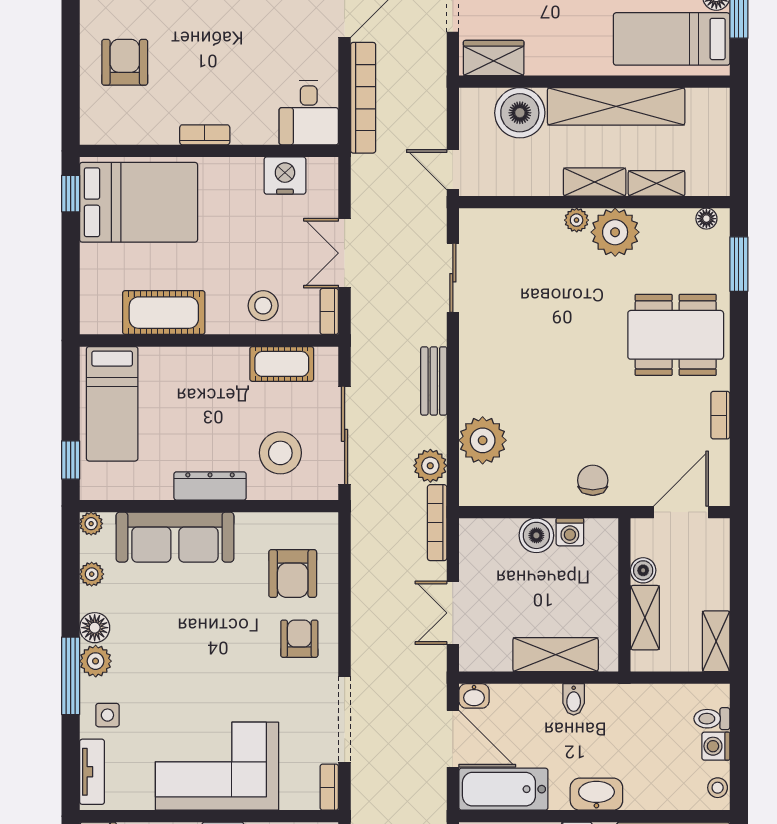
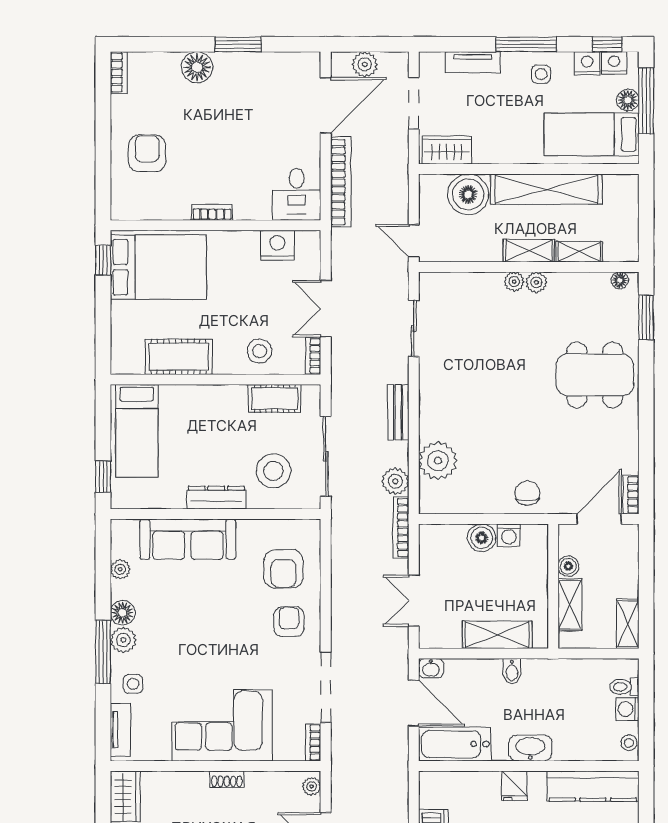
plant: (615, 232) -> (536, 282), width x0.53, depth x0.53
bookcase: (720, 415) -> (631, 495), moved
plant: (91, 524) -> (120, 528), removed

